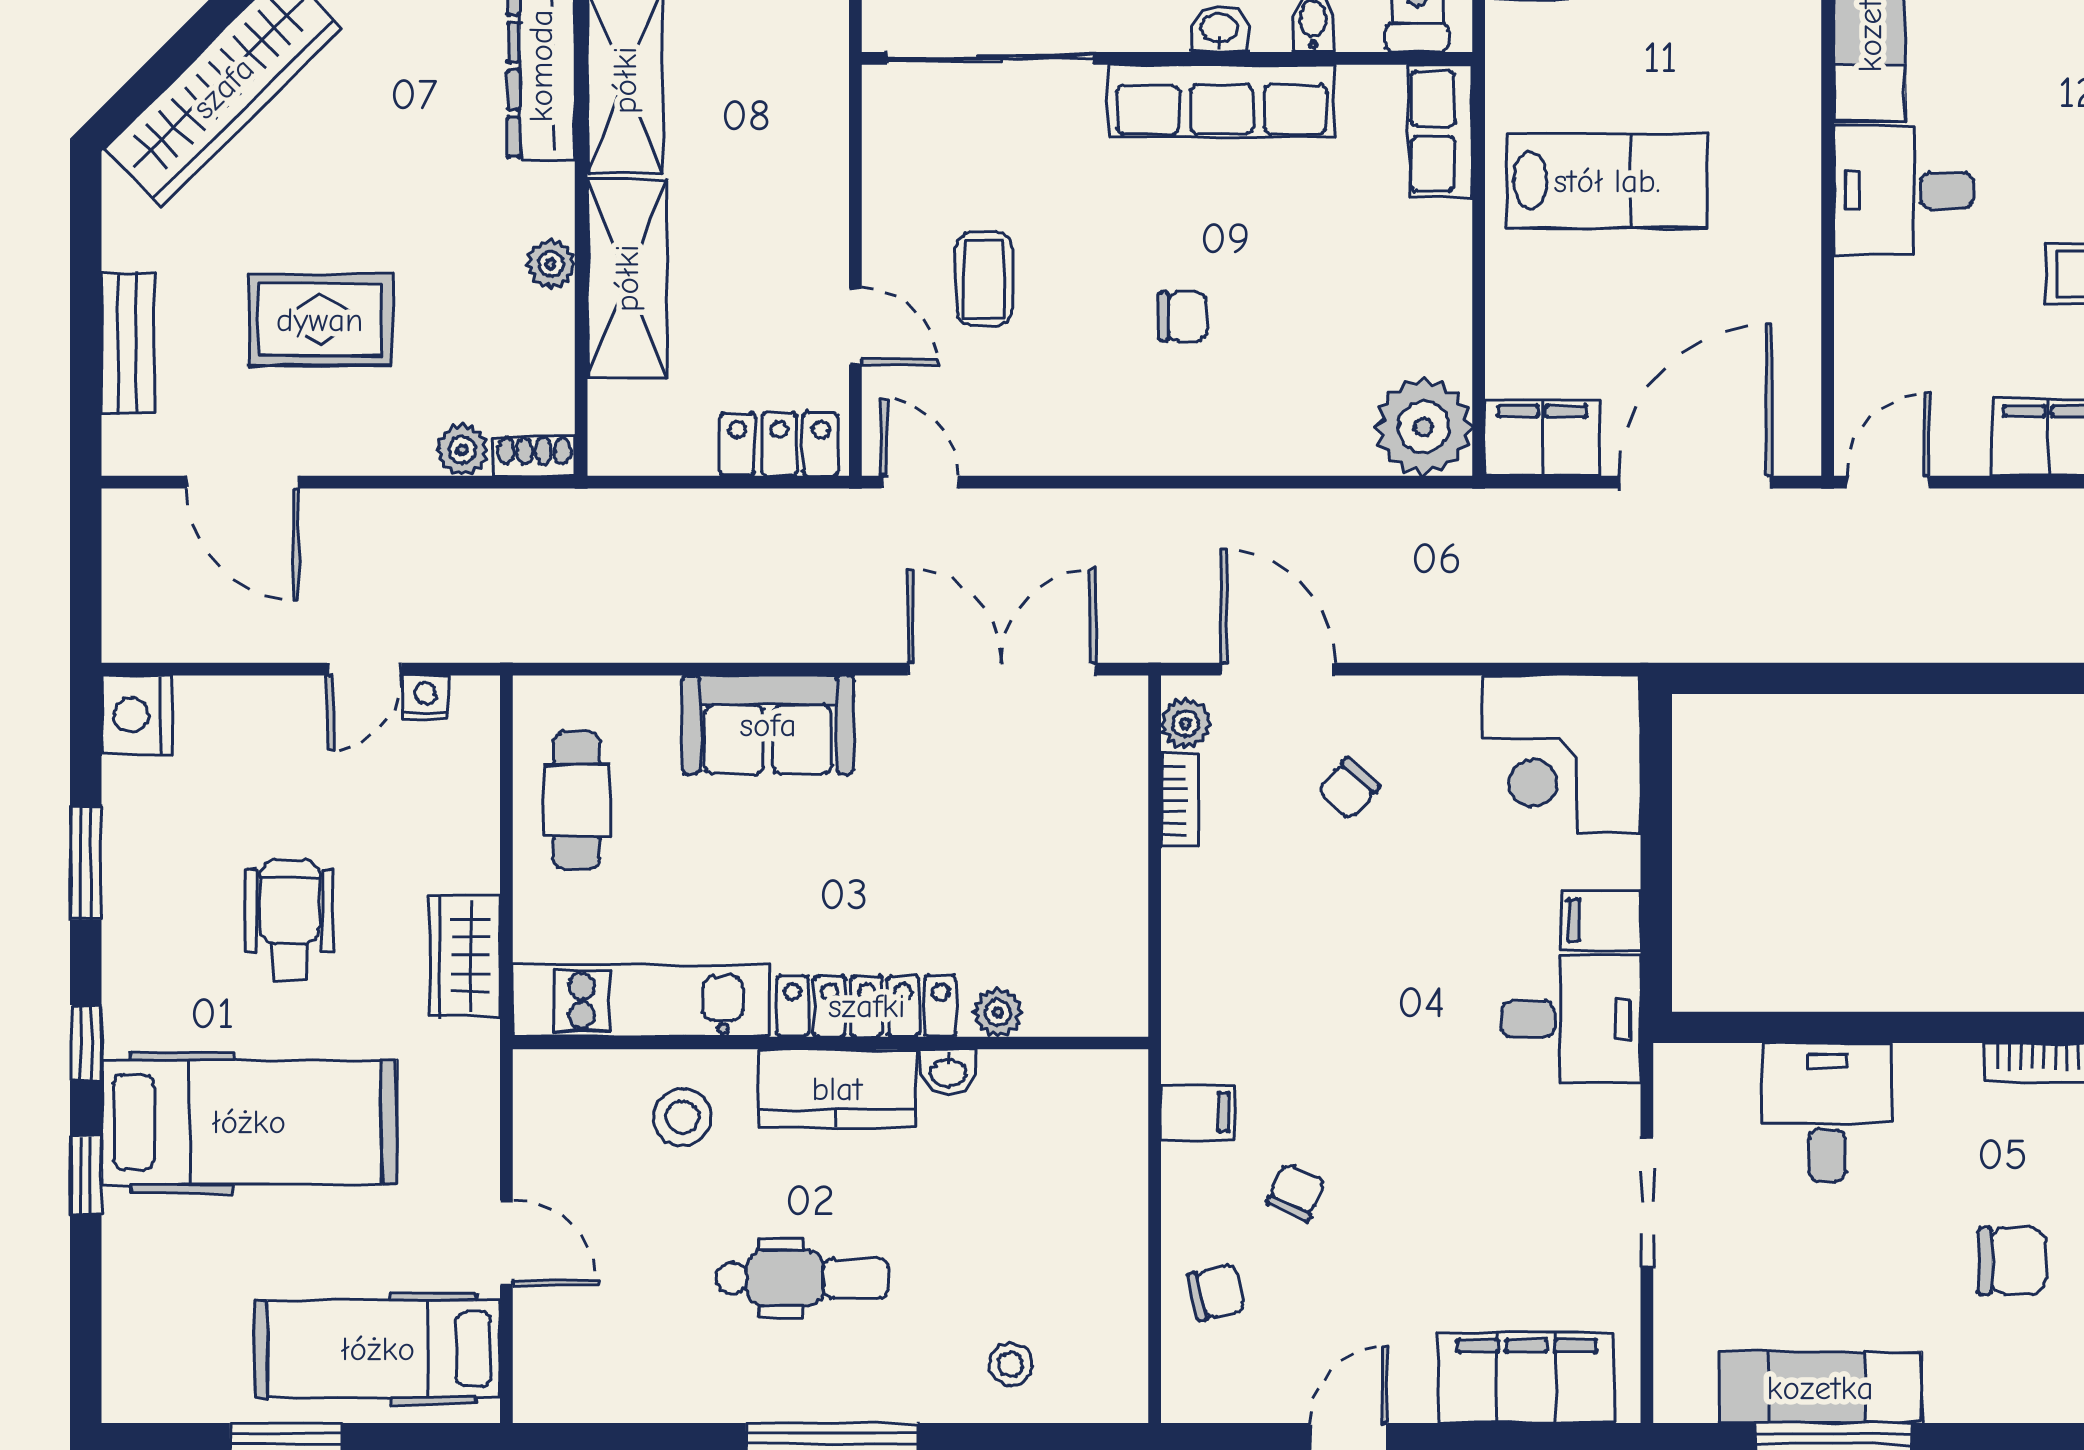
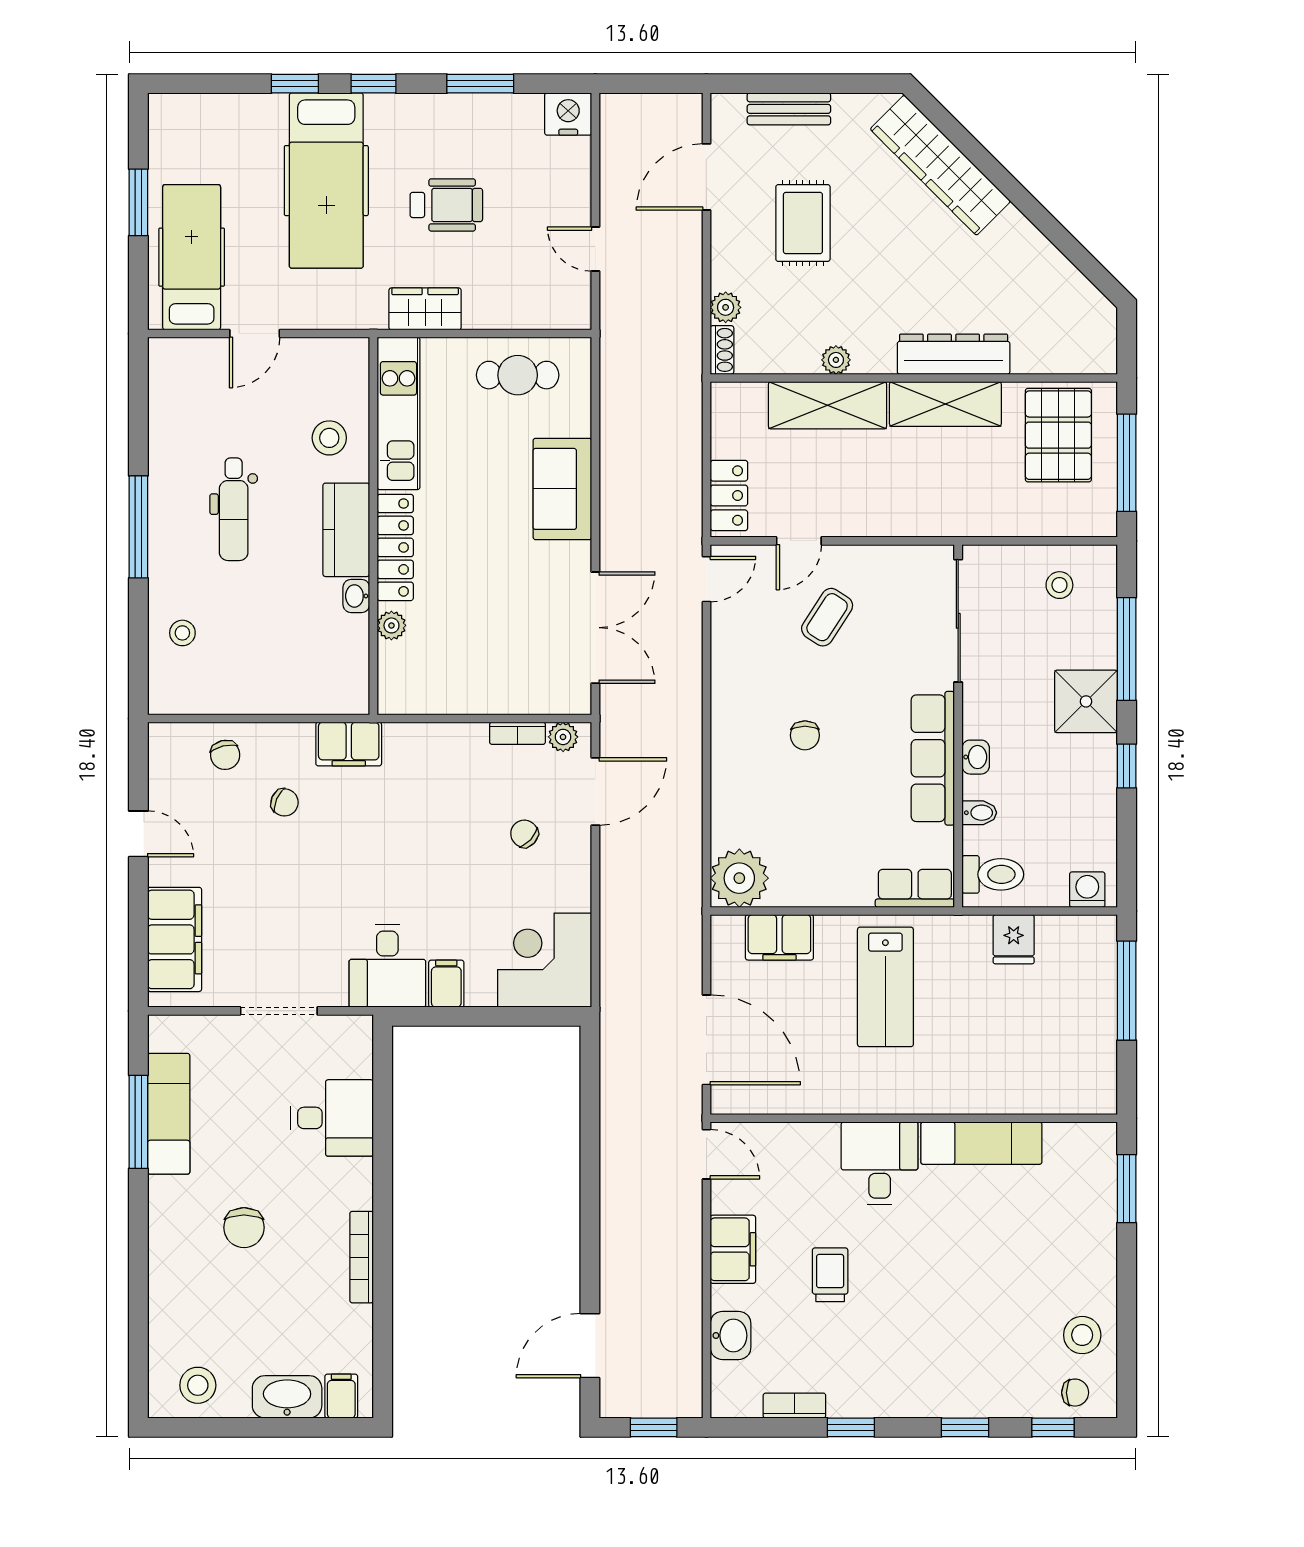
coffee table: (984, 279) -> (827, 617), turned -57
filing cabinet: (1542, 438) -> (779, 937), moved, turned 90
nightstand: (425, 697) -> (579, 285), removed
filing cabinet: (1198, 1112) -> (349, 744), width x2.00

